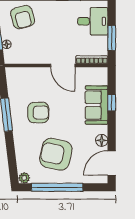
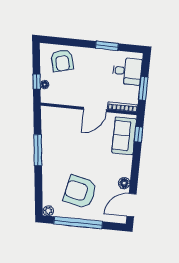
door: (63, 65) -> (95, 109), hinge flipped
window: (112, 103) -> (139, 134), moved
sofa: (97, 105) -> (124, 136), moved
armchair: (38, 113) -> (68, 151), removed

